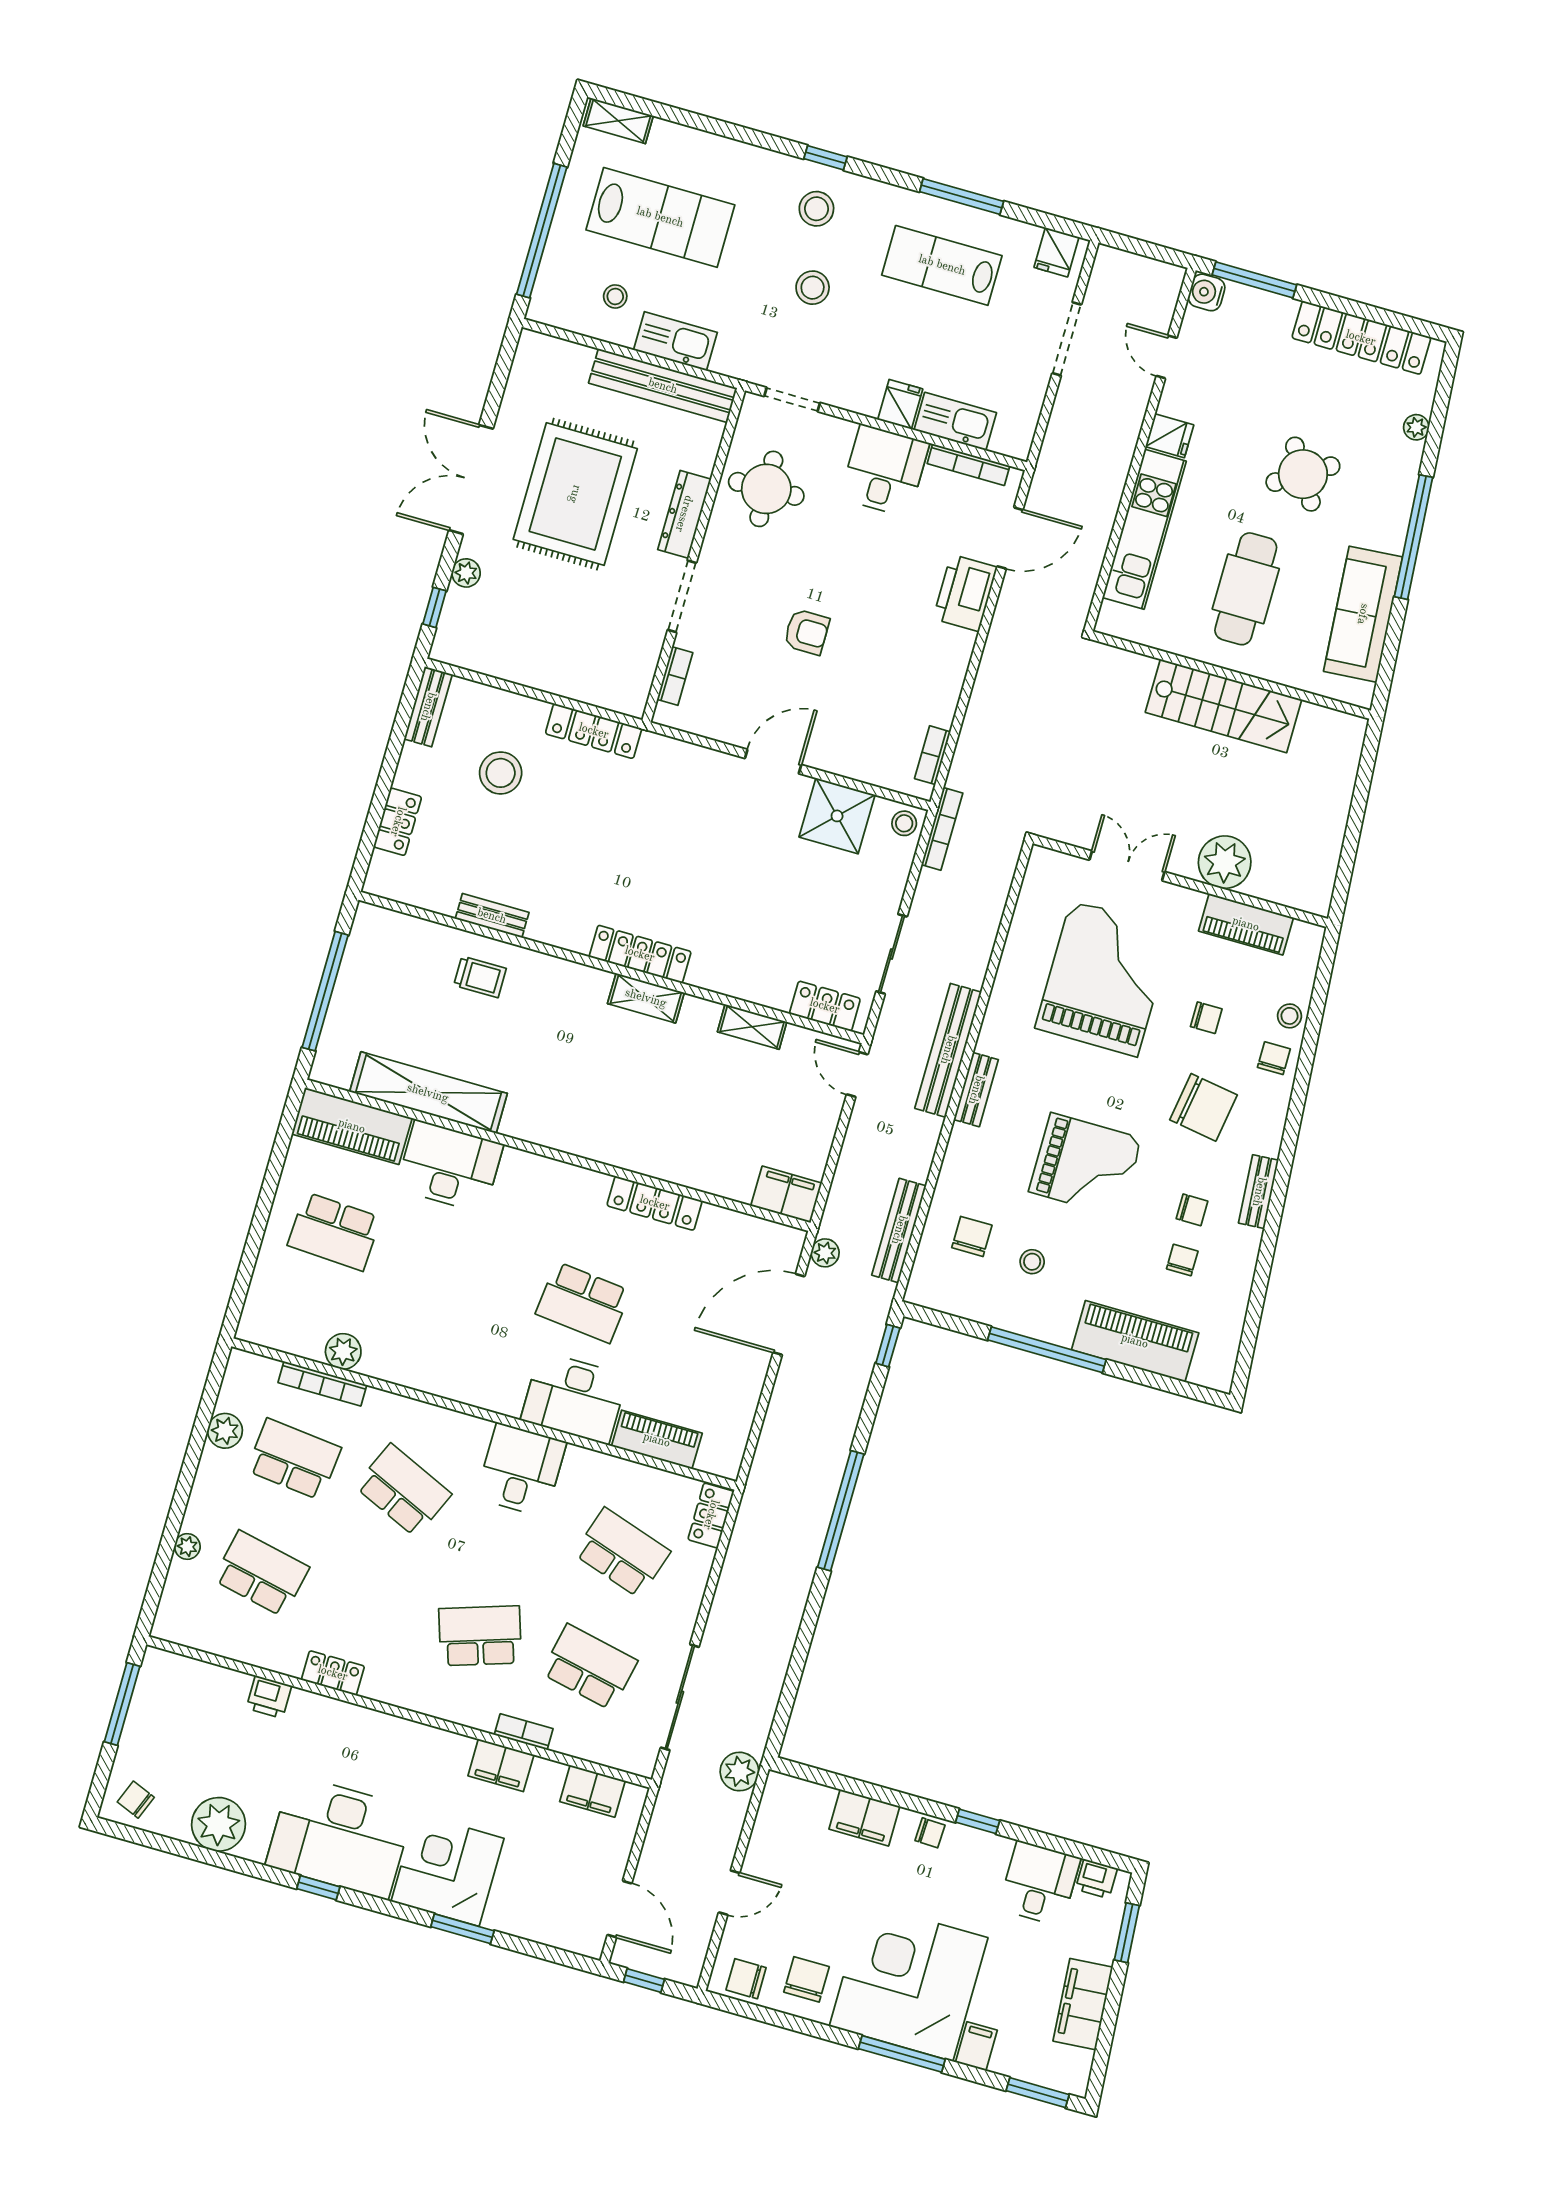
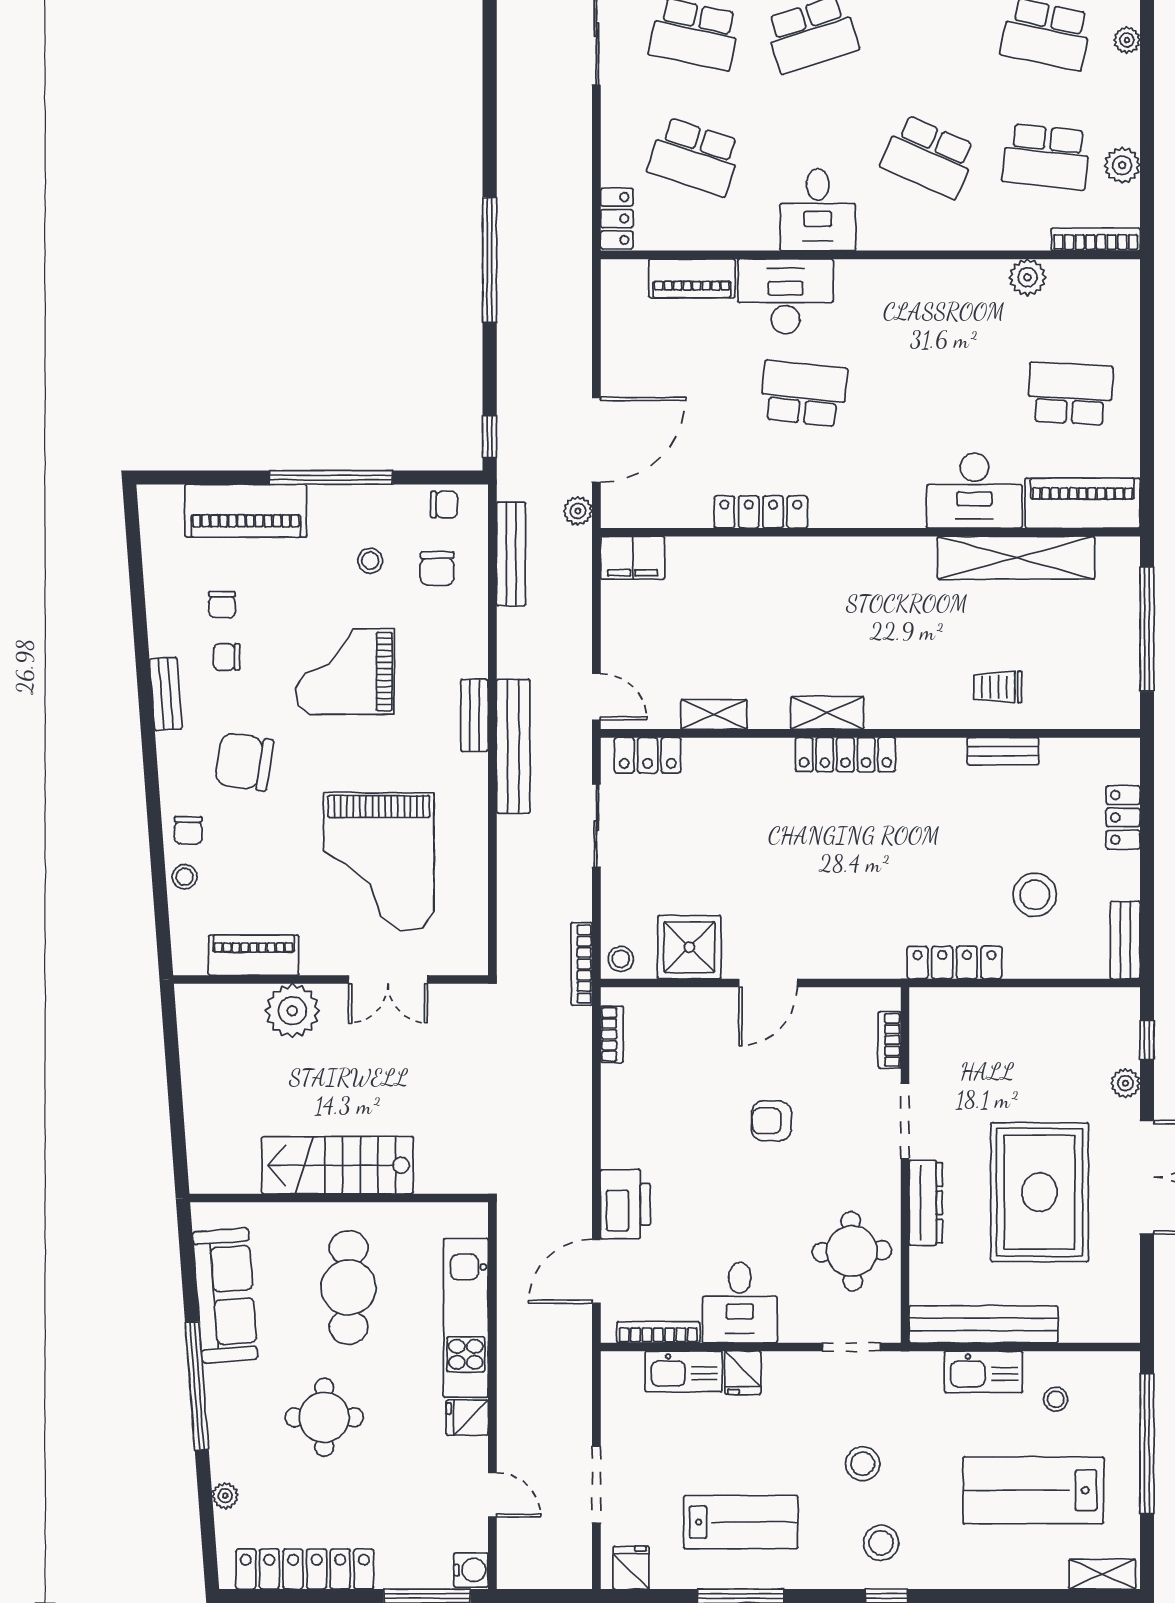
round table: (1303, 474) -> (324, 1417), turned 32
chair: (1206, 1018) -> (444, 504), moved, turned 180
bookcase: (322, 1384) -> (1096, 239), moved

